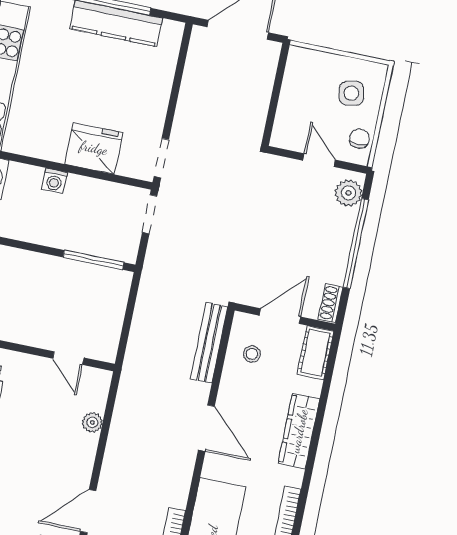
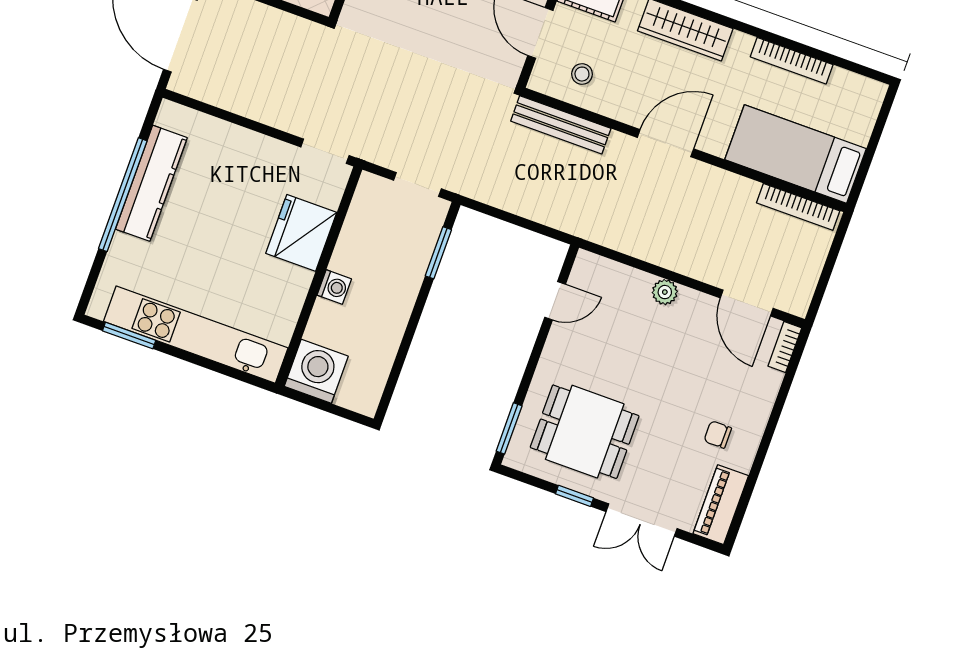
doorway: (150, 214) -> (417, 185), moved
window: (93, 260) -> (438, 253), width x0.69
plant: (92, 422) -> (665, 292), moved

